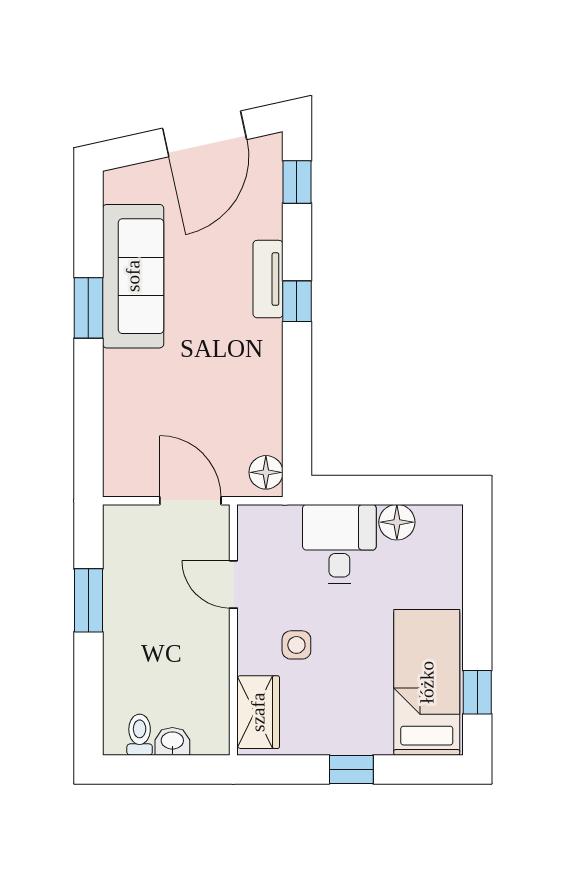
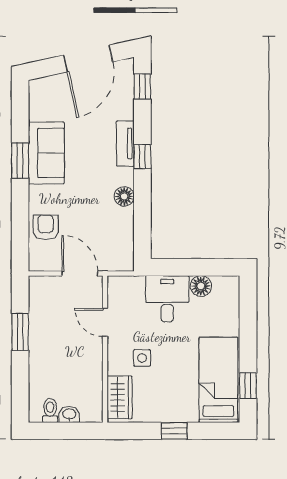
sofa: (133, 276) -> (46, 153), width x0.73
armchair: (132, 422) -> (46, 227), added
floor lamp: (266, 472) -> (124, 196), moved

